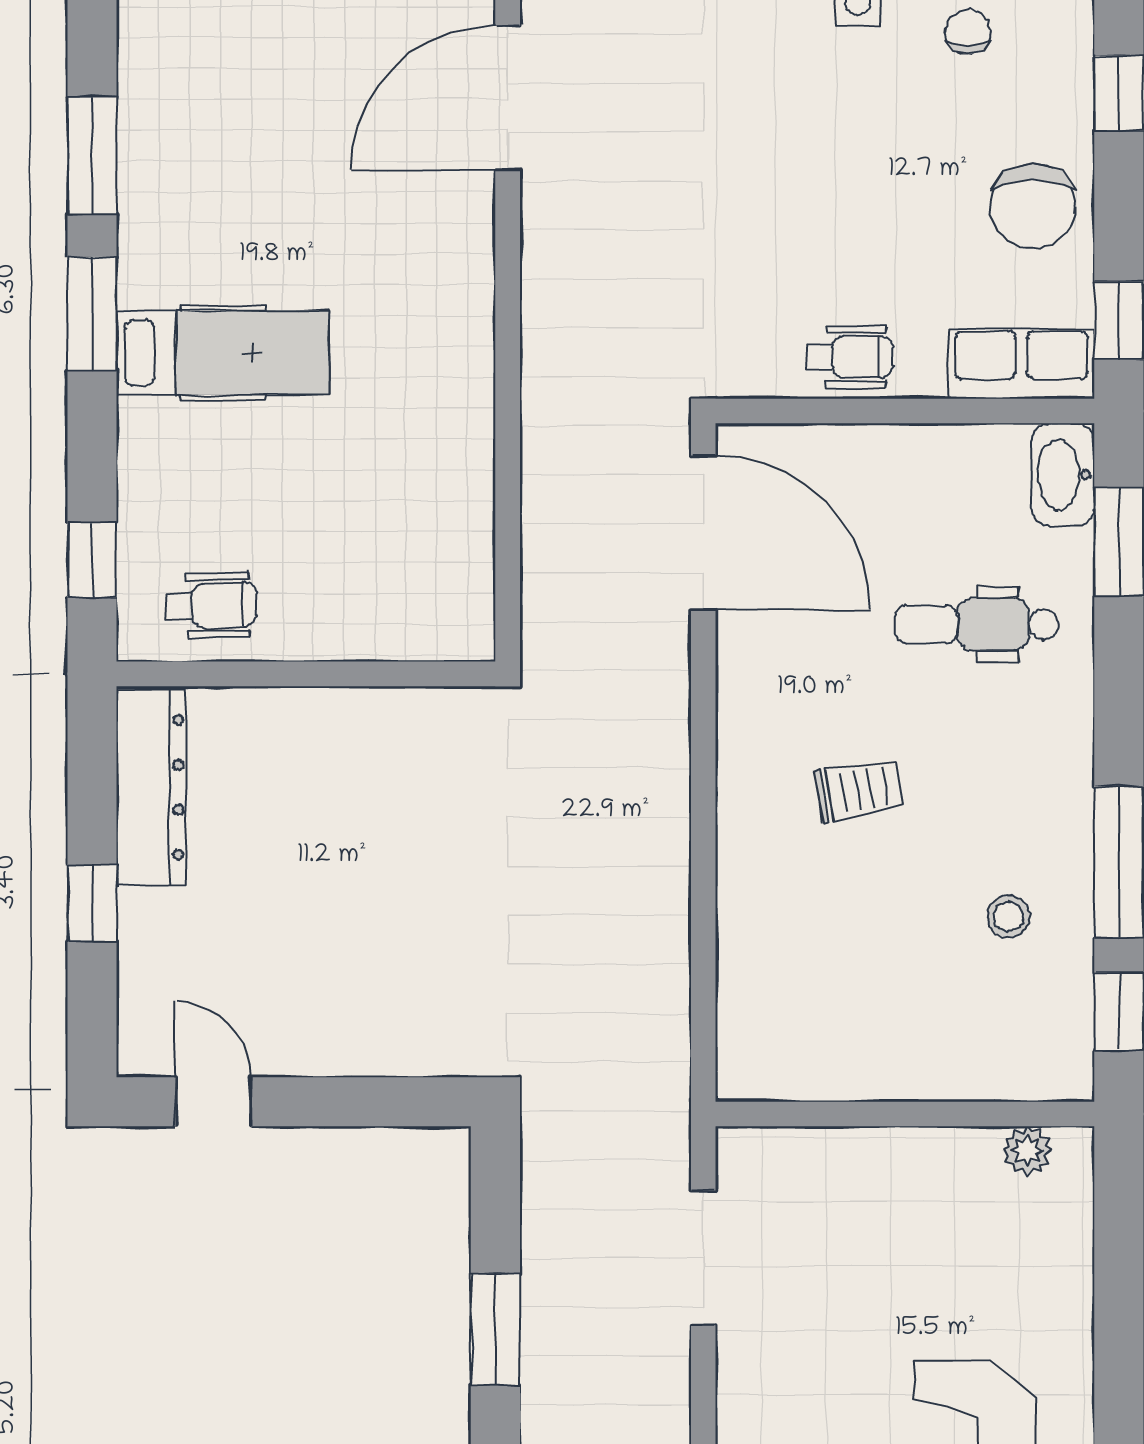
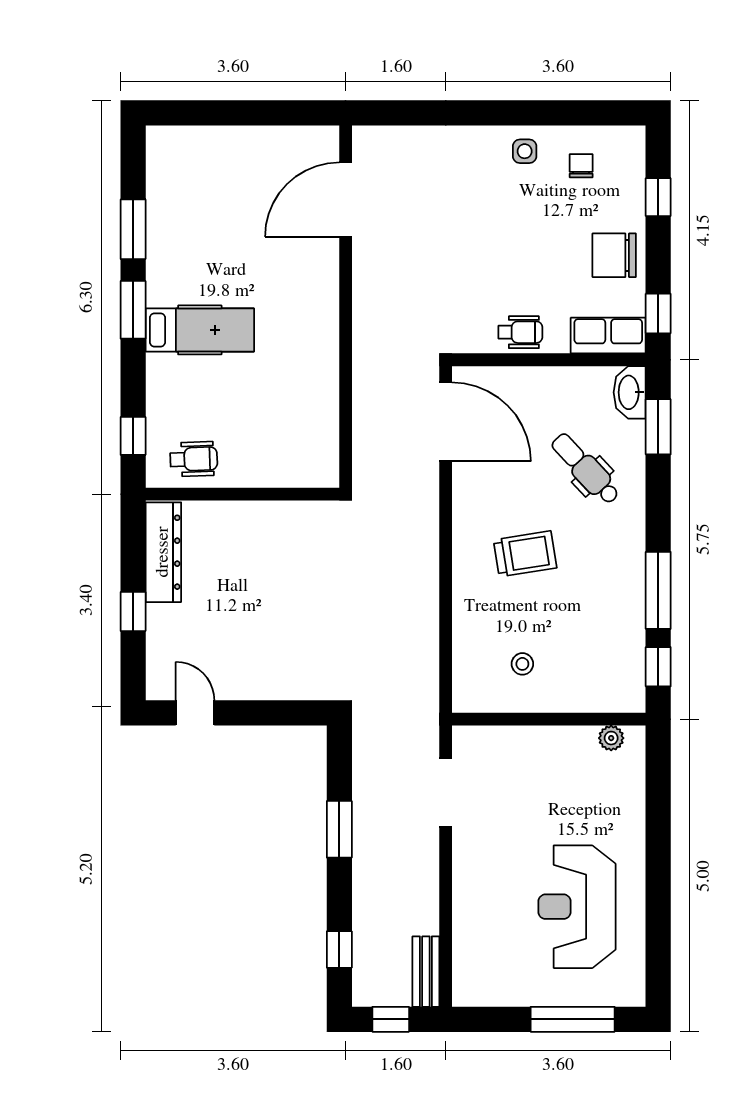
chair: (1033, 207) -> (614, 255), turned 90
dental chair: (977, 624) -> (586, 469), turned 47
trolley: (859, 791) -> (525, 554), width x1.36, depth x1.39
stool: (1008, 917) -> (522, 664), moved

